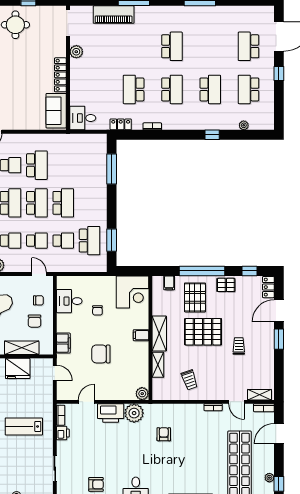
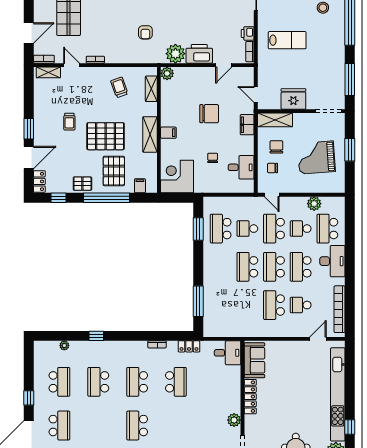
school desk: (37, 241) -> (274, 229), width x1.85
shelving: (22, 348) -> (275, 120), moved
shelving: (158, 365) -> (151, 89), moved

